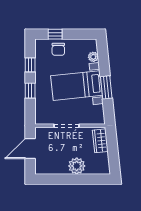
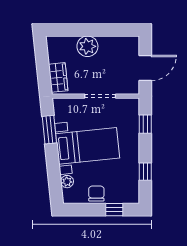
chair: (58, 49) -> (96, 194), moved
window: (106, 87) -> (49, 130), moved
window: (30, 91) -> (145, 124), moved

